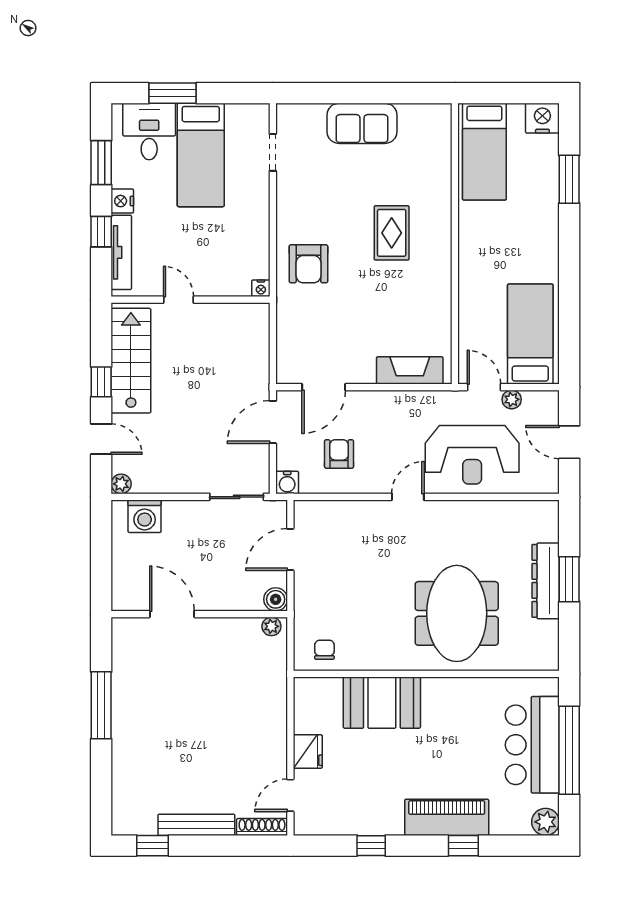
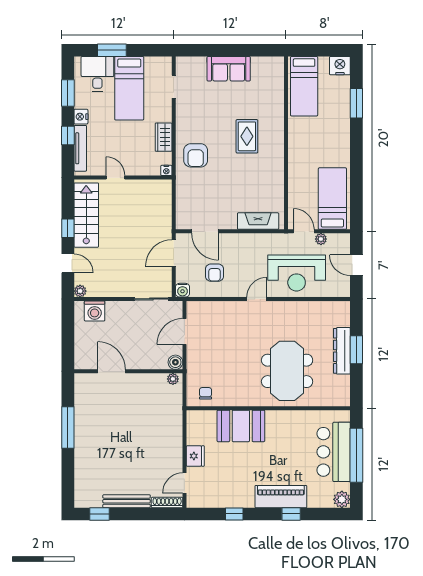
wardrobe: (256, 234) -> (164, 137), added
door: (324, 387) -> (205, 231), hinge flipped
armchair: (339, 454) -> (214, 273), turned 180

